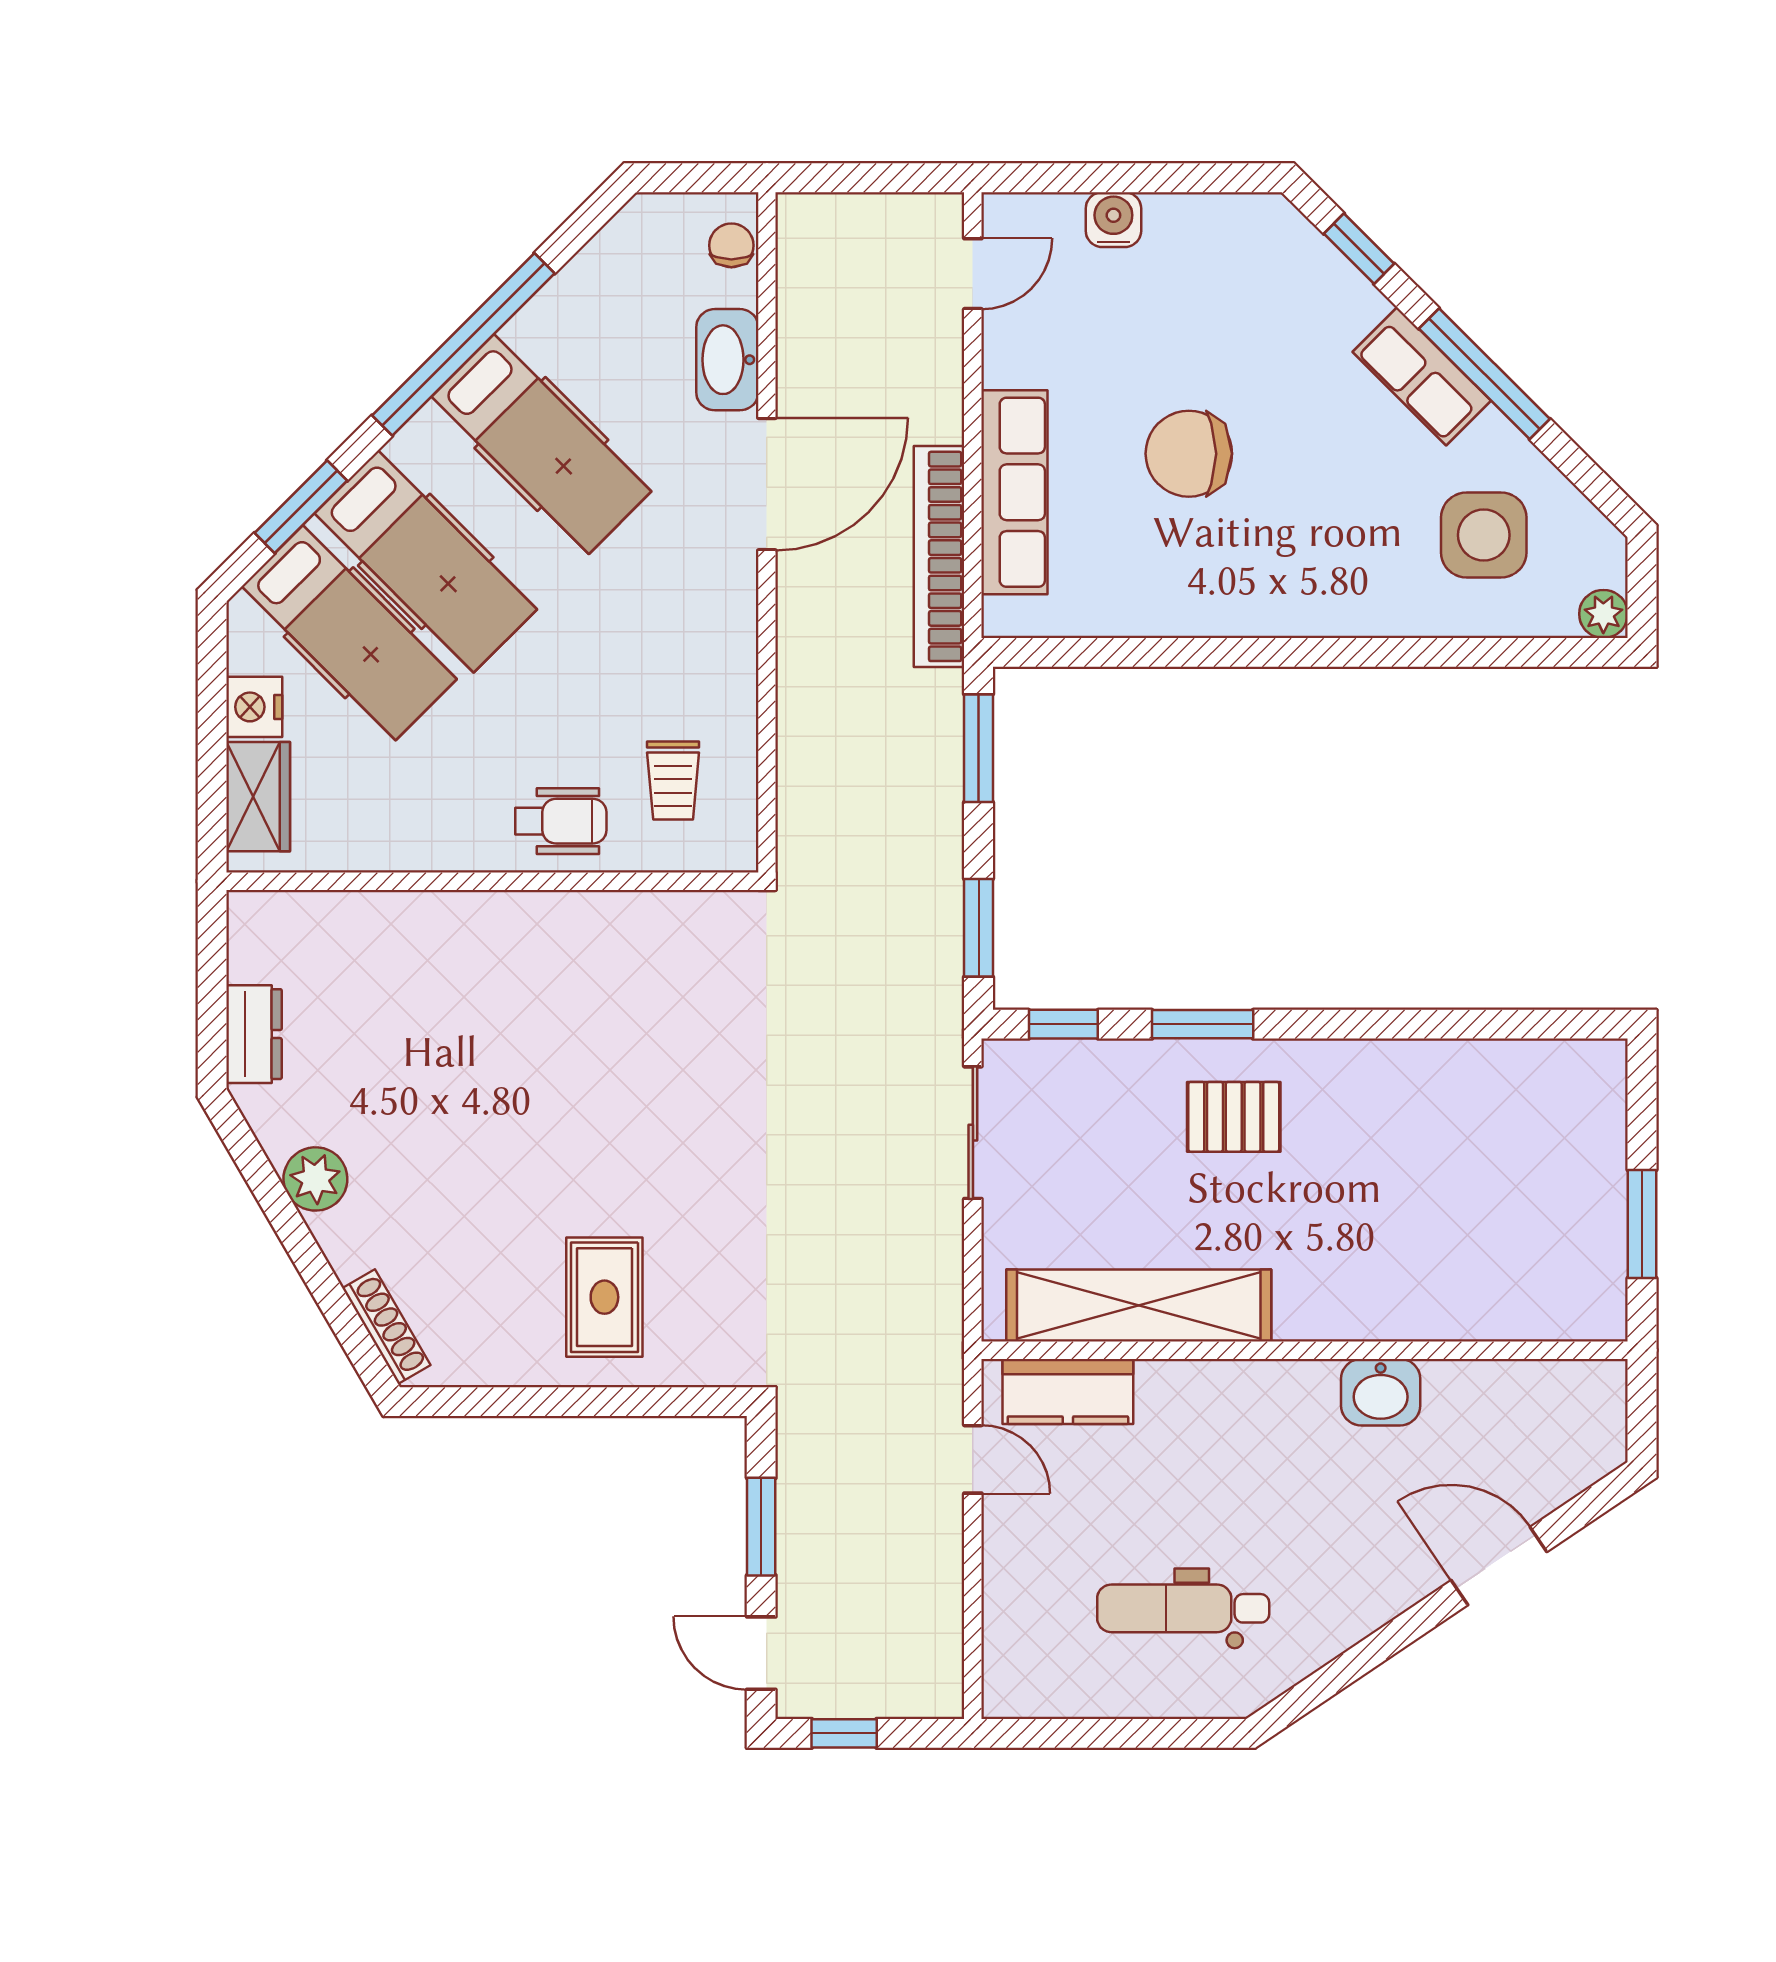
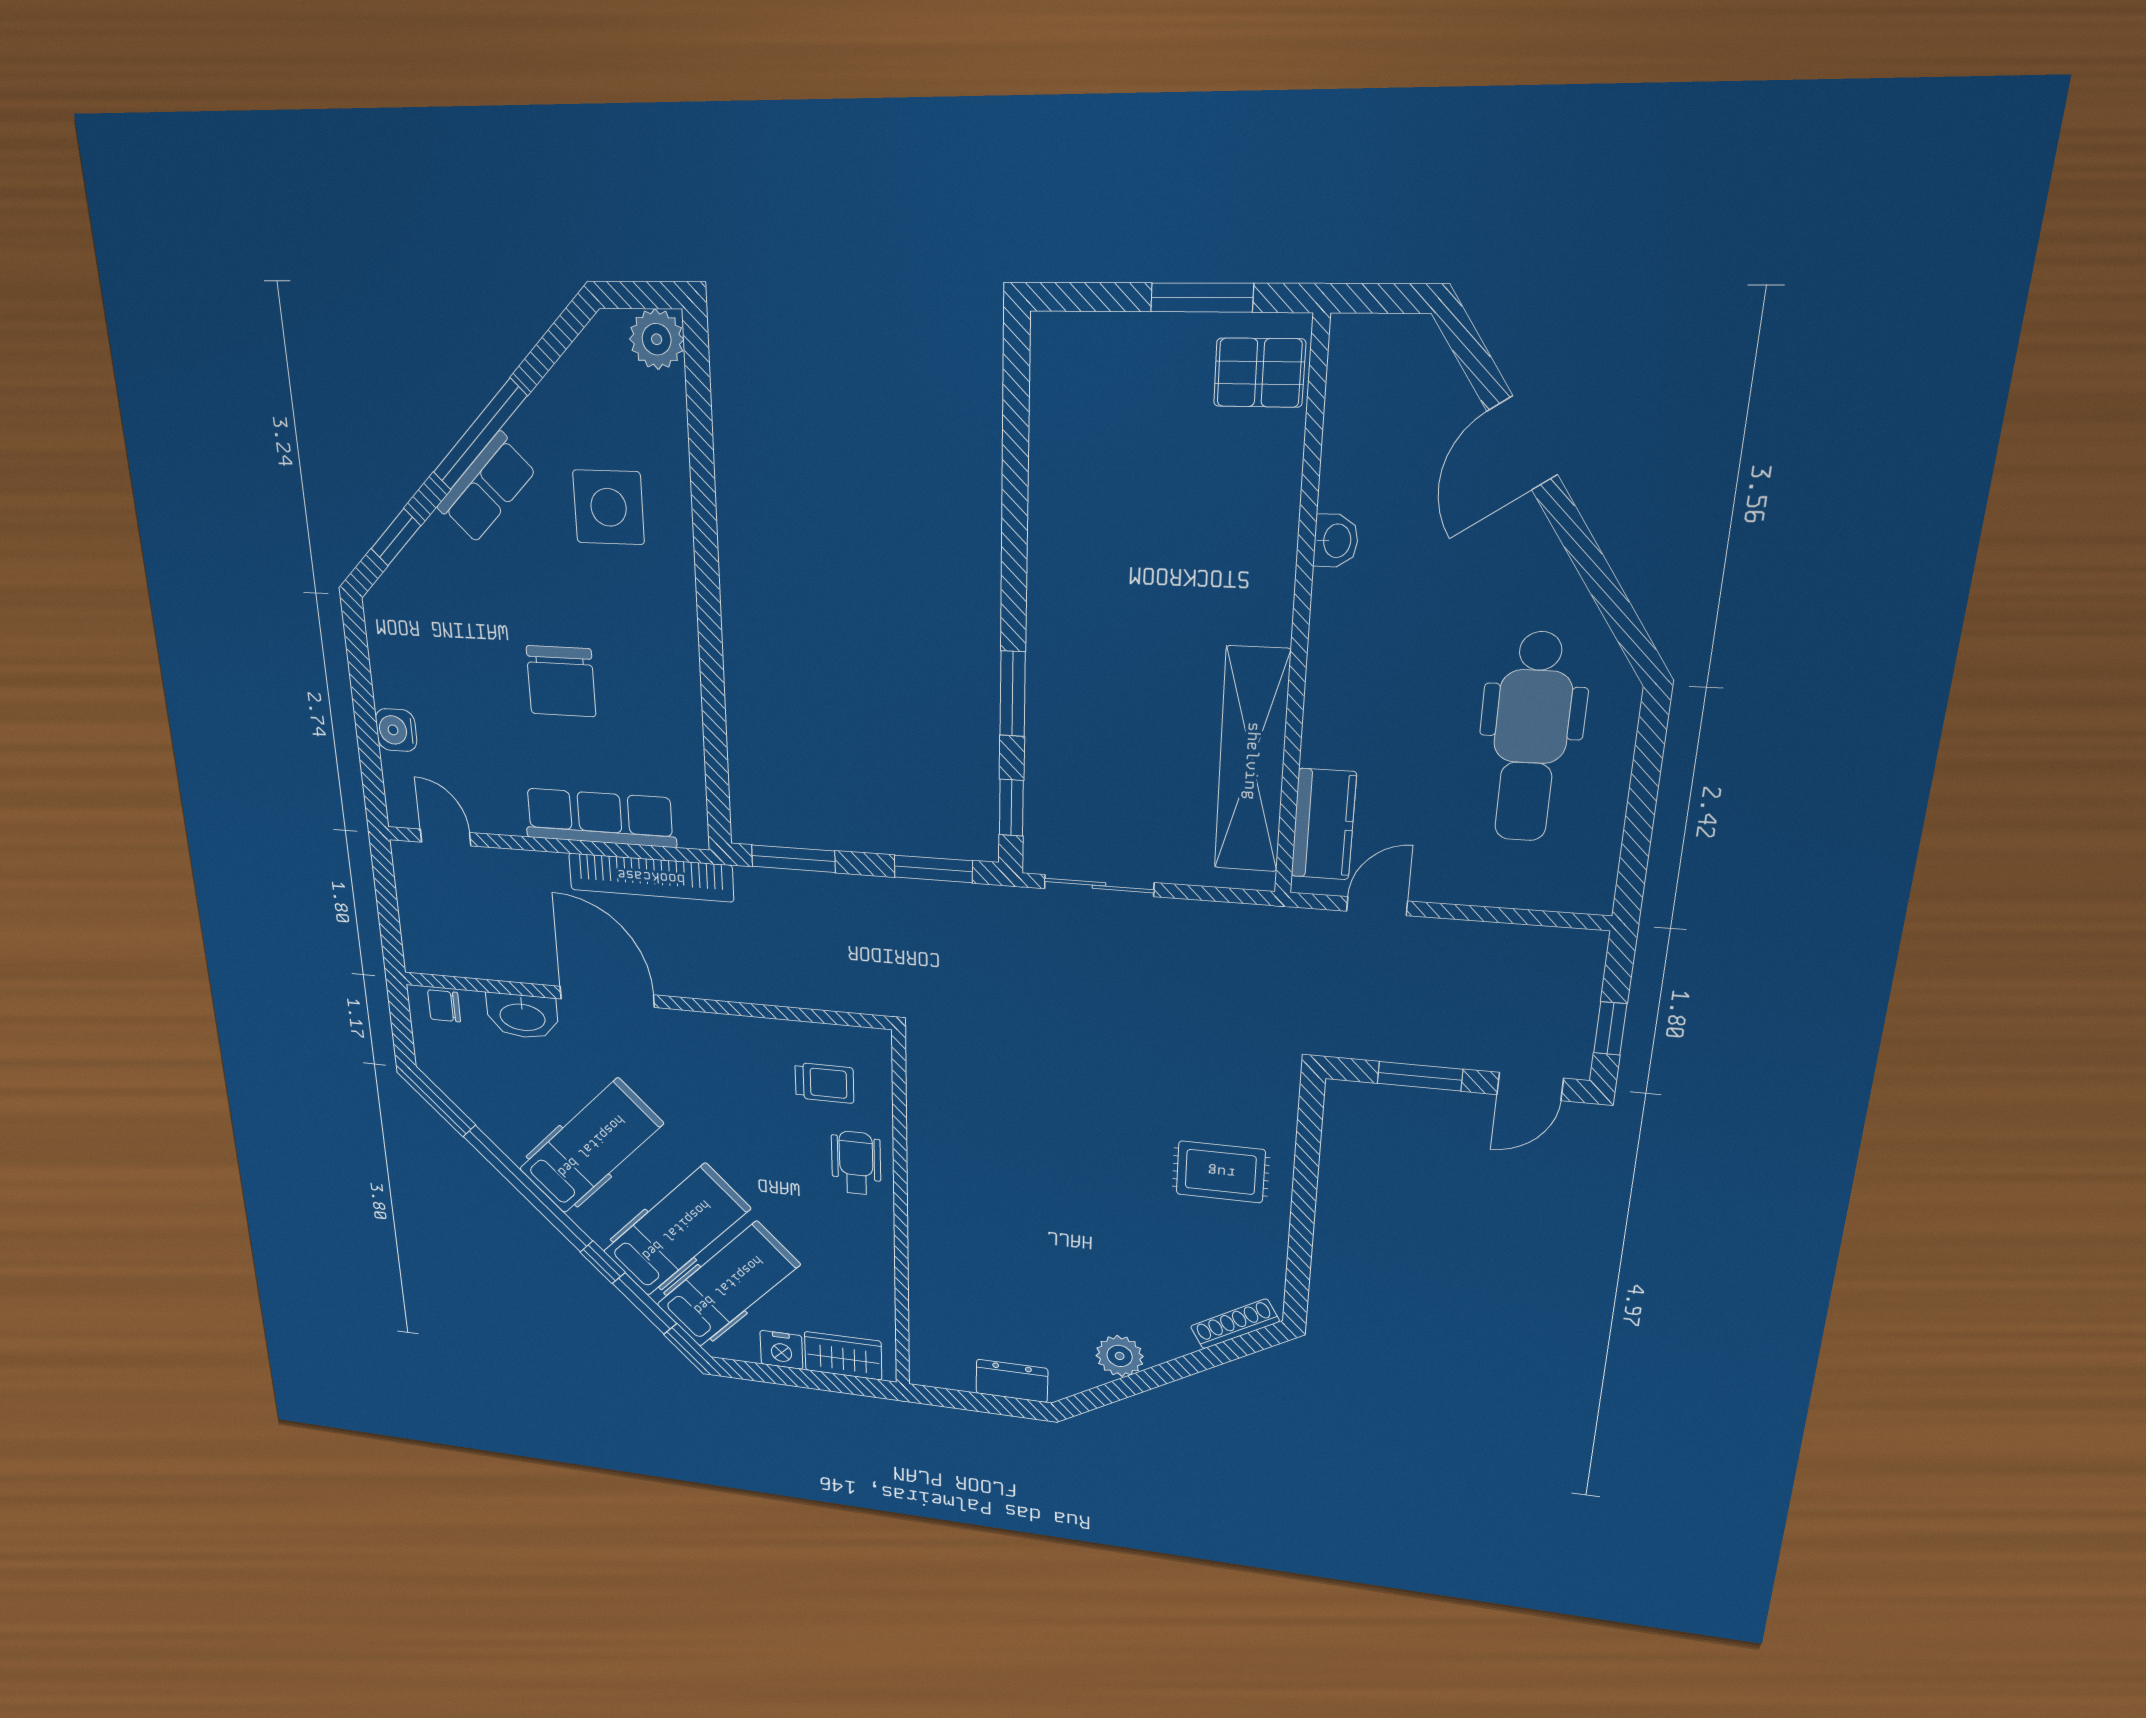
side table: (1484, 535) -> (609, 507), moved
plant: (1603, 614) -> (657, 339), width x1.38, depth x1.38
pallet: (1234, 1117) -> (1259, 373), moved, turned 90
washbasin: (1381, 1392) -> (1336, 541), width x0.72, depth x0.69
dental chair: (1183, 1608) -> (1531, 738), width x1.36, depth x1.38

